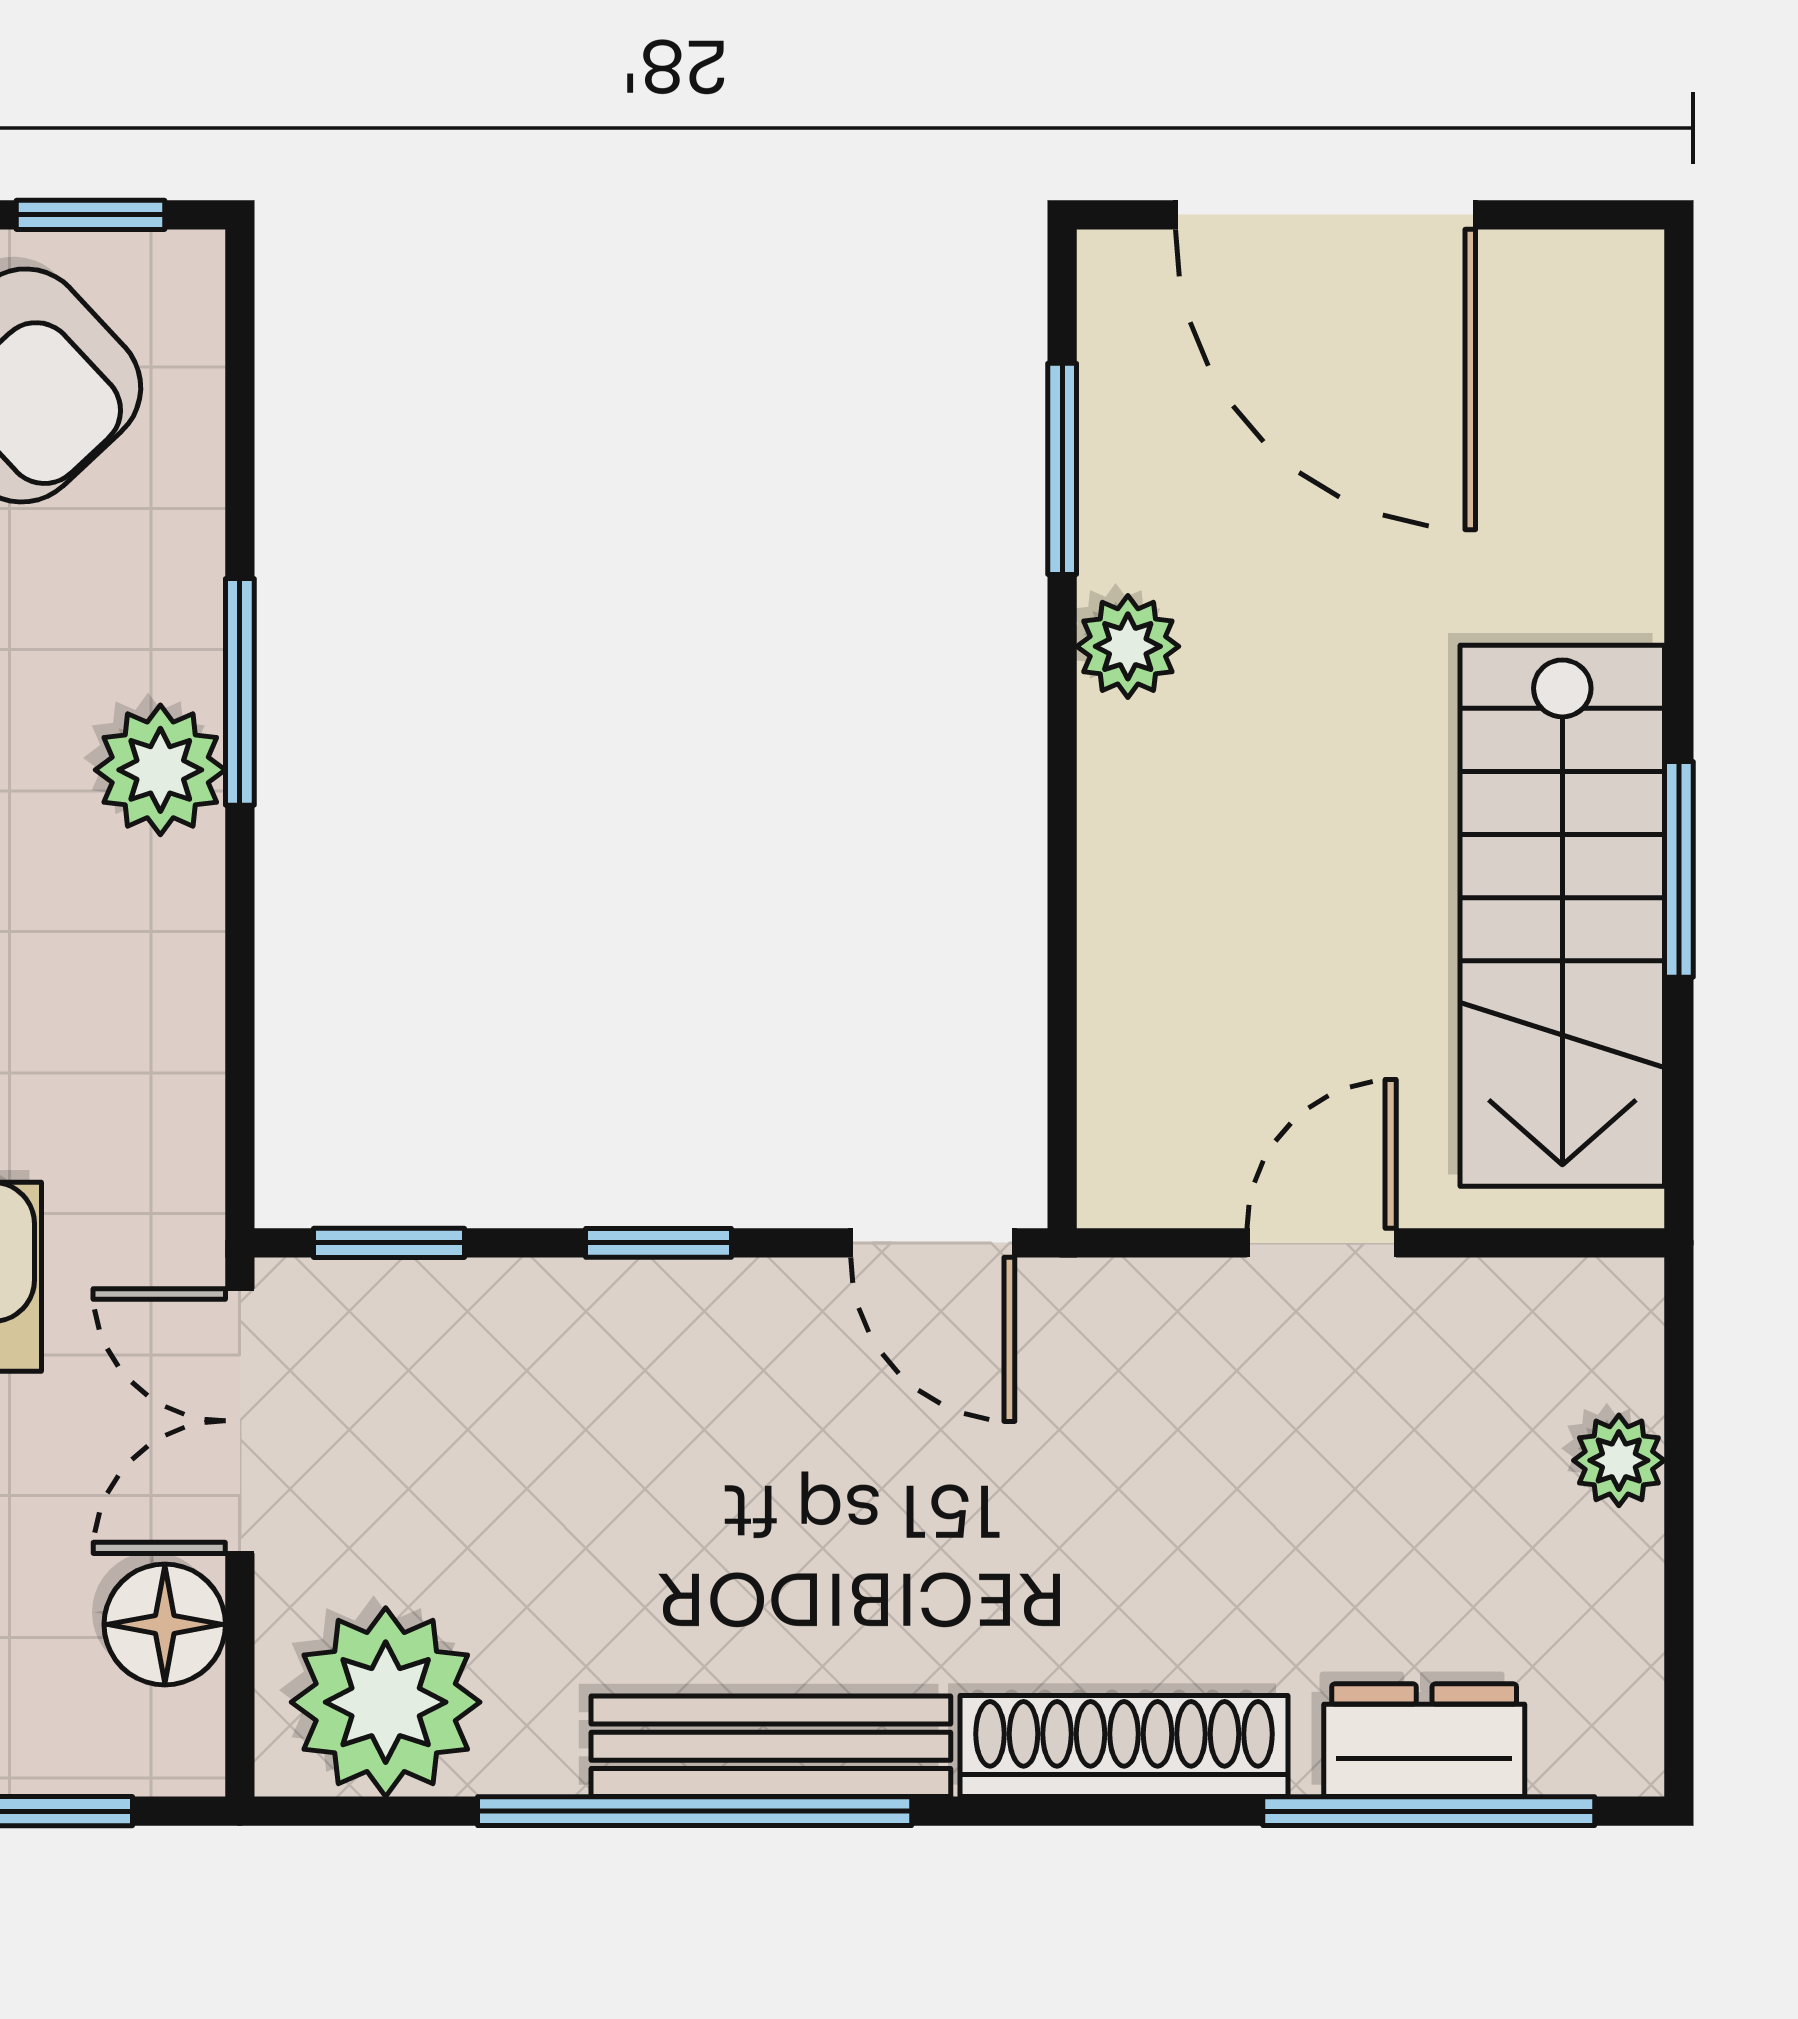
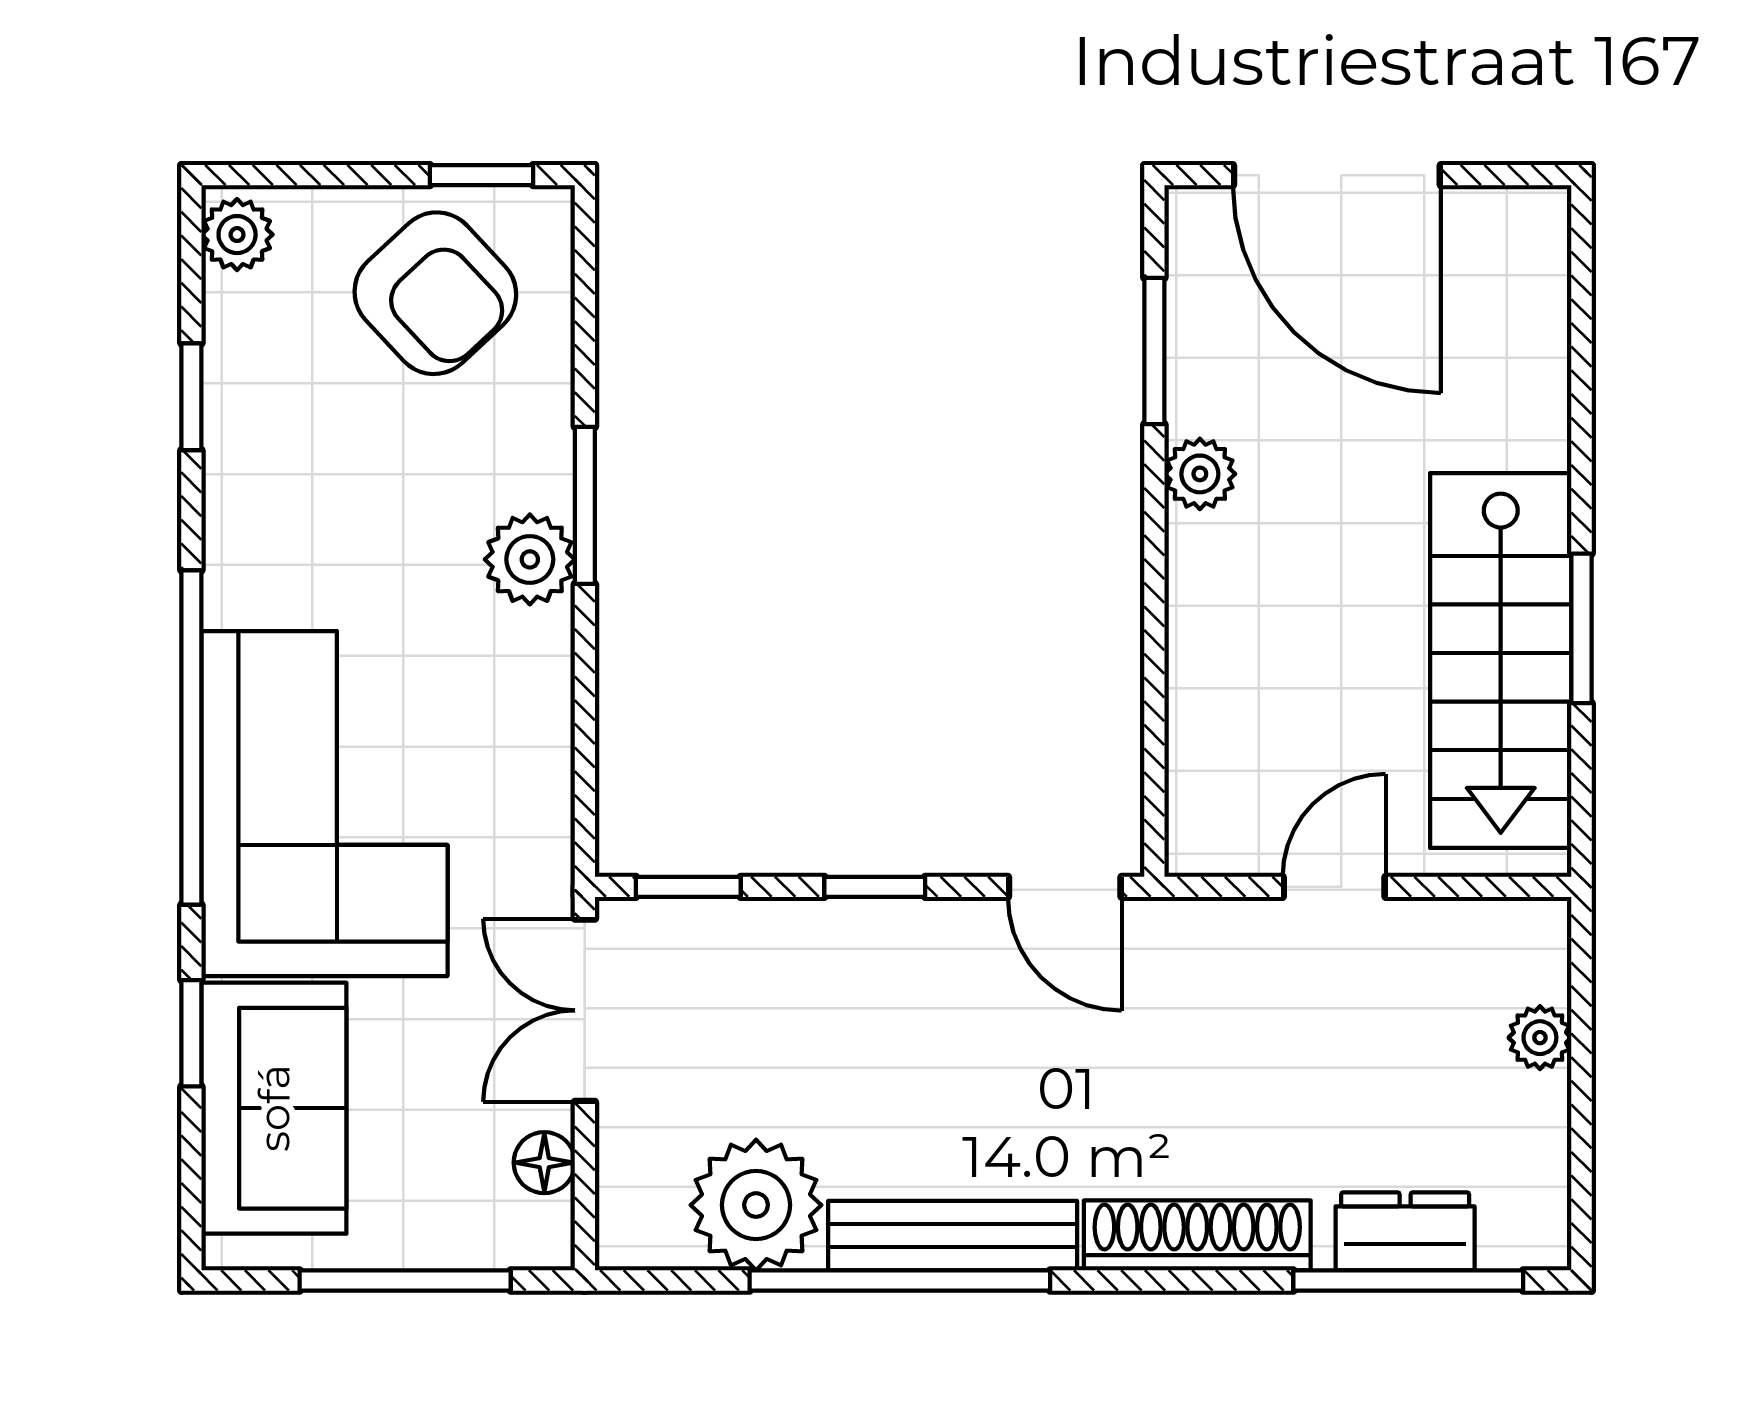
floor lamp: (165, 1624) -> (544, 1163), width x0.73, depth x0.73
plant: (386, 1702) -> (756, 1205), moved

